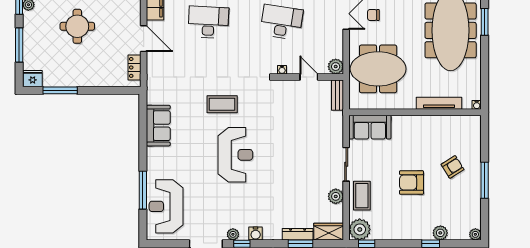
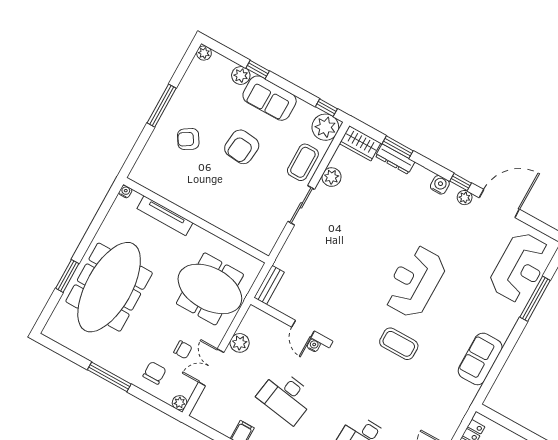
plant: (336, 67) -> (240, 343), moved
door: (309, 77) -> (303, 329), moved
sofa: (370, 127) -> (270, 98), moved, turned 180
armchair: (411, 182) -> (242, 147), turned 96

